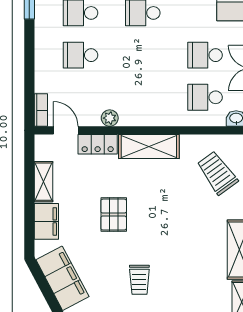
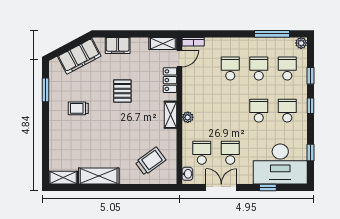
plant: (110, 118) -> (188, 117), moved
shelving: (149, 146) -> (170, 115), width x0.67, depth x0.75
shelving: (43, 182) -> (163, 43), moved
pallet: (114, 215) -> (122, 91), turned 90

